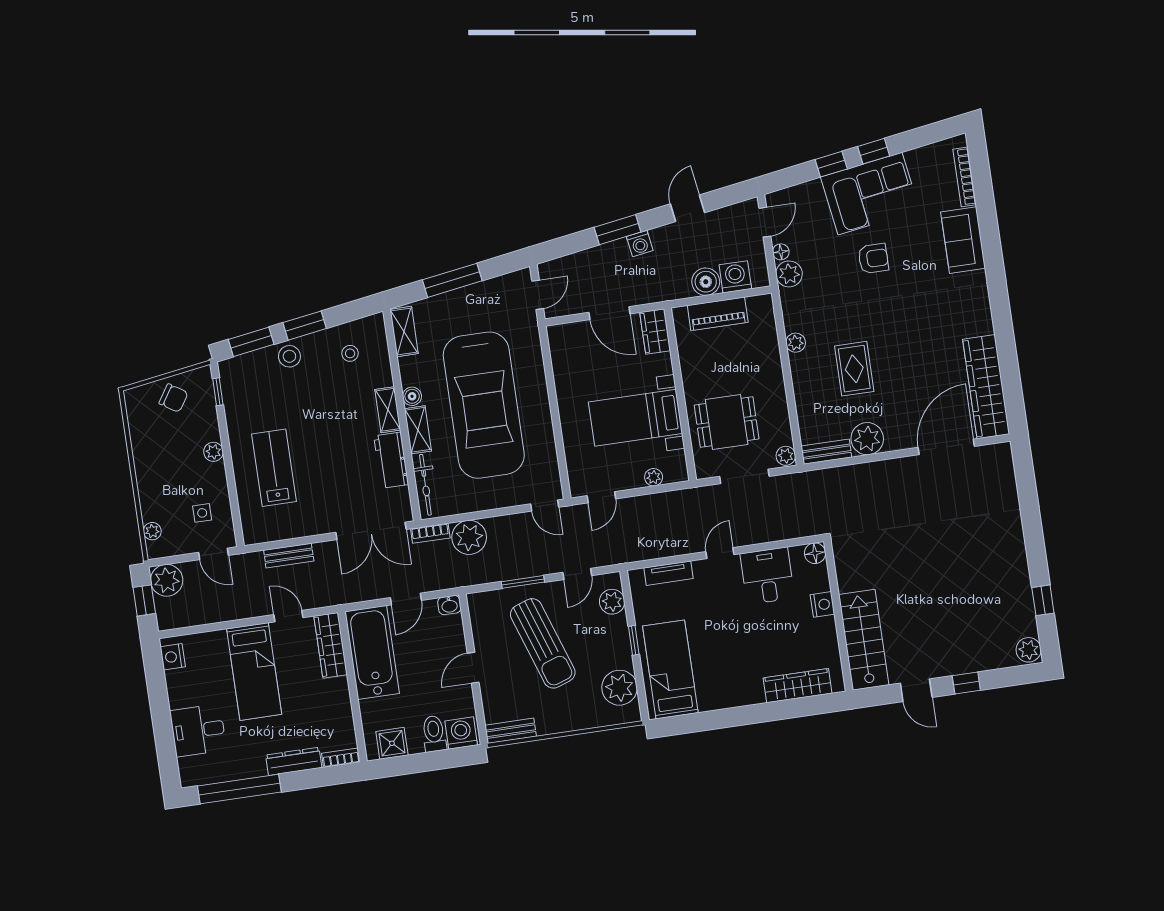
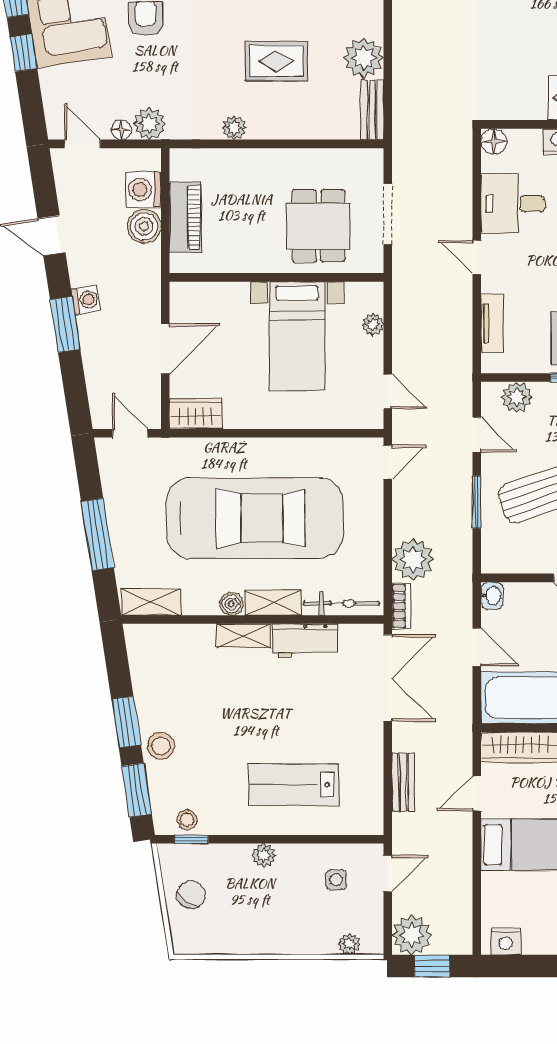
wardrobe: (655, 332) -> (196, 414), moved, turned 180
stool: (350, 353) -> (187, 820), moved
plant: (786, 456) -> (370, 160), removed

